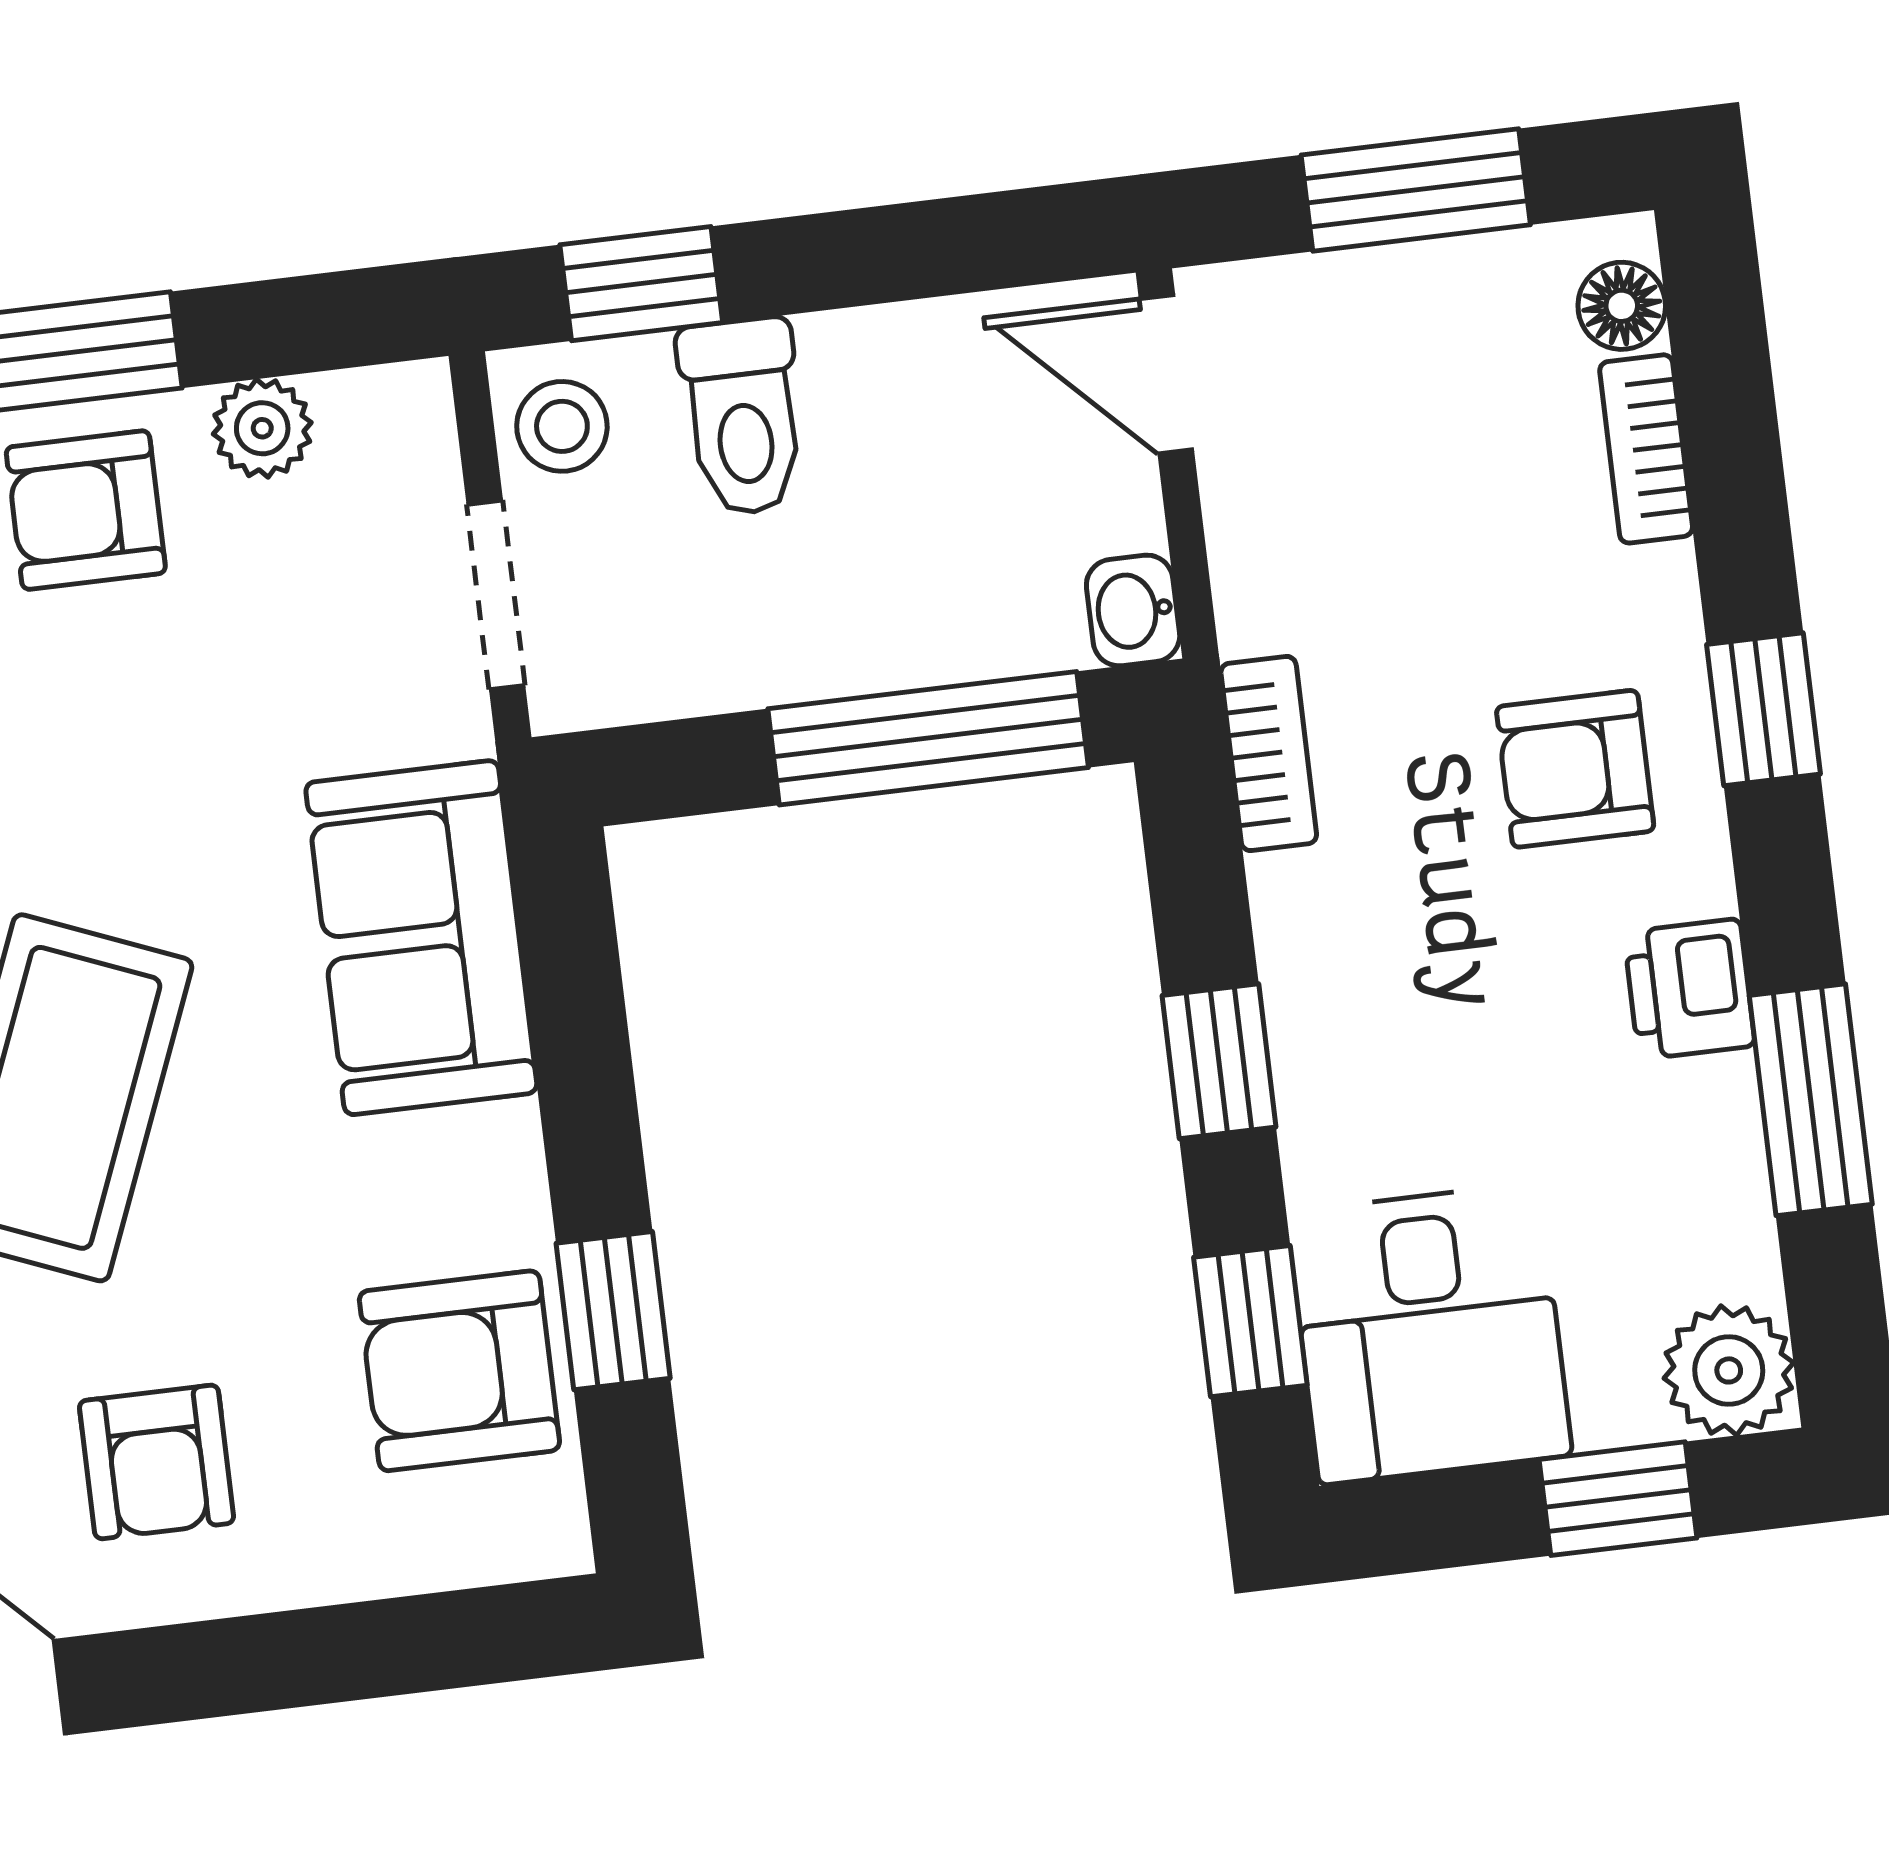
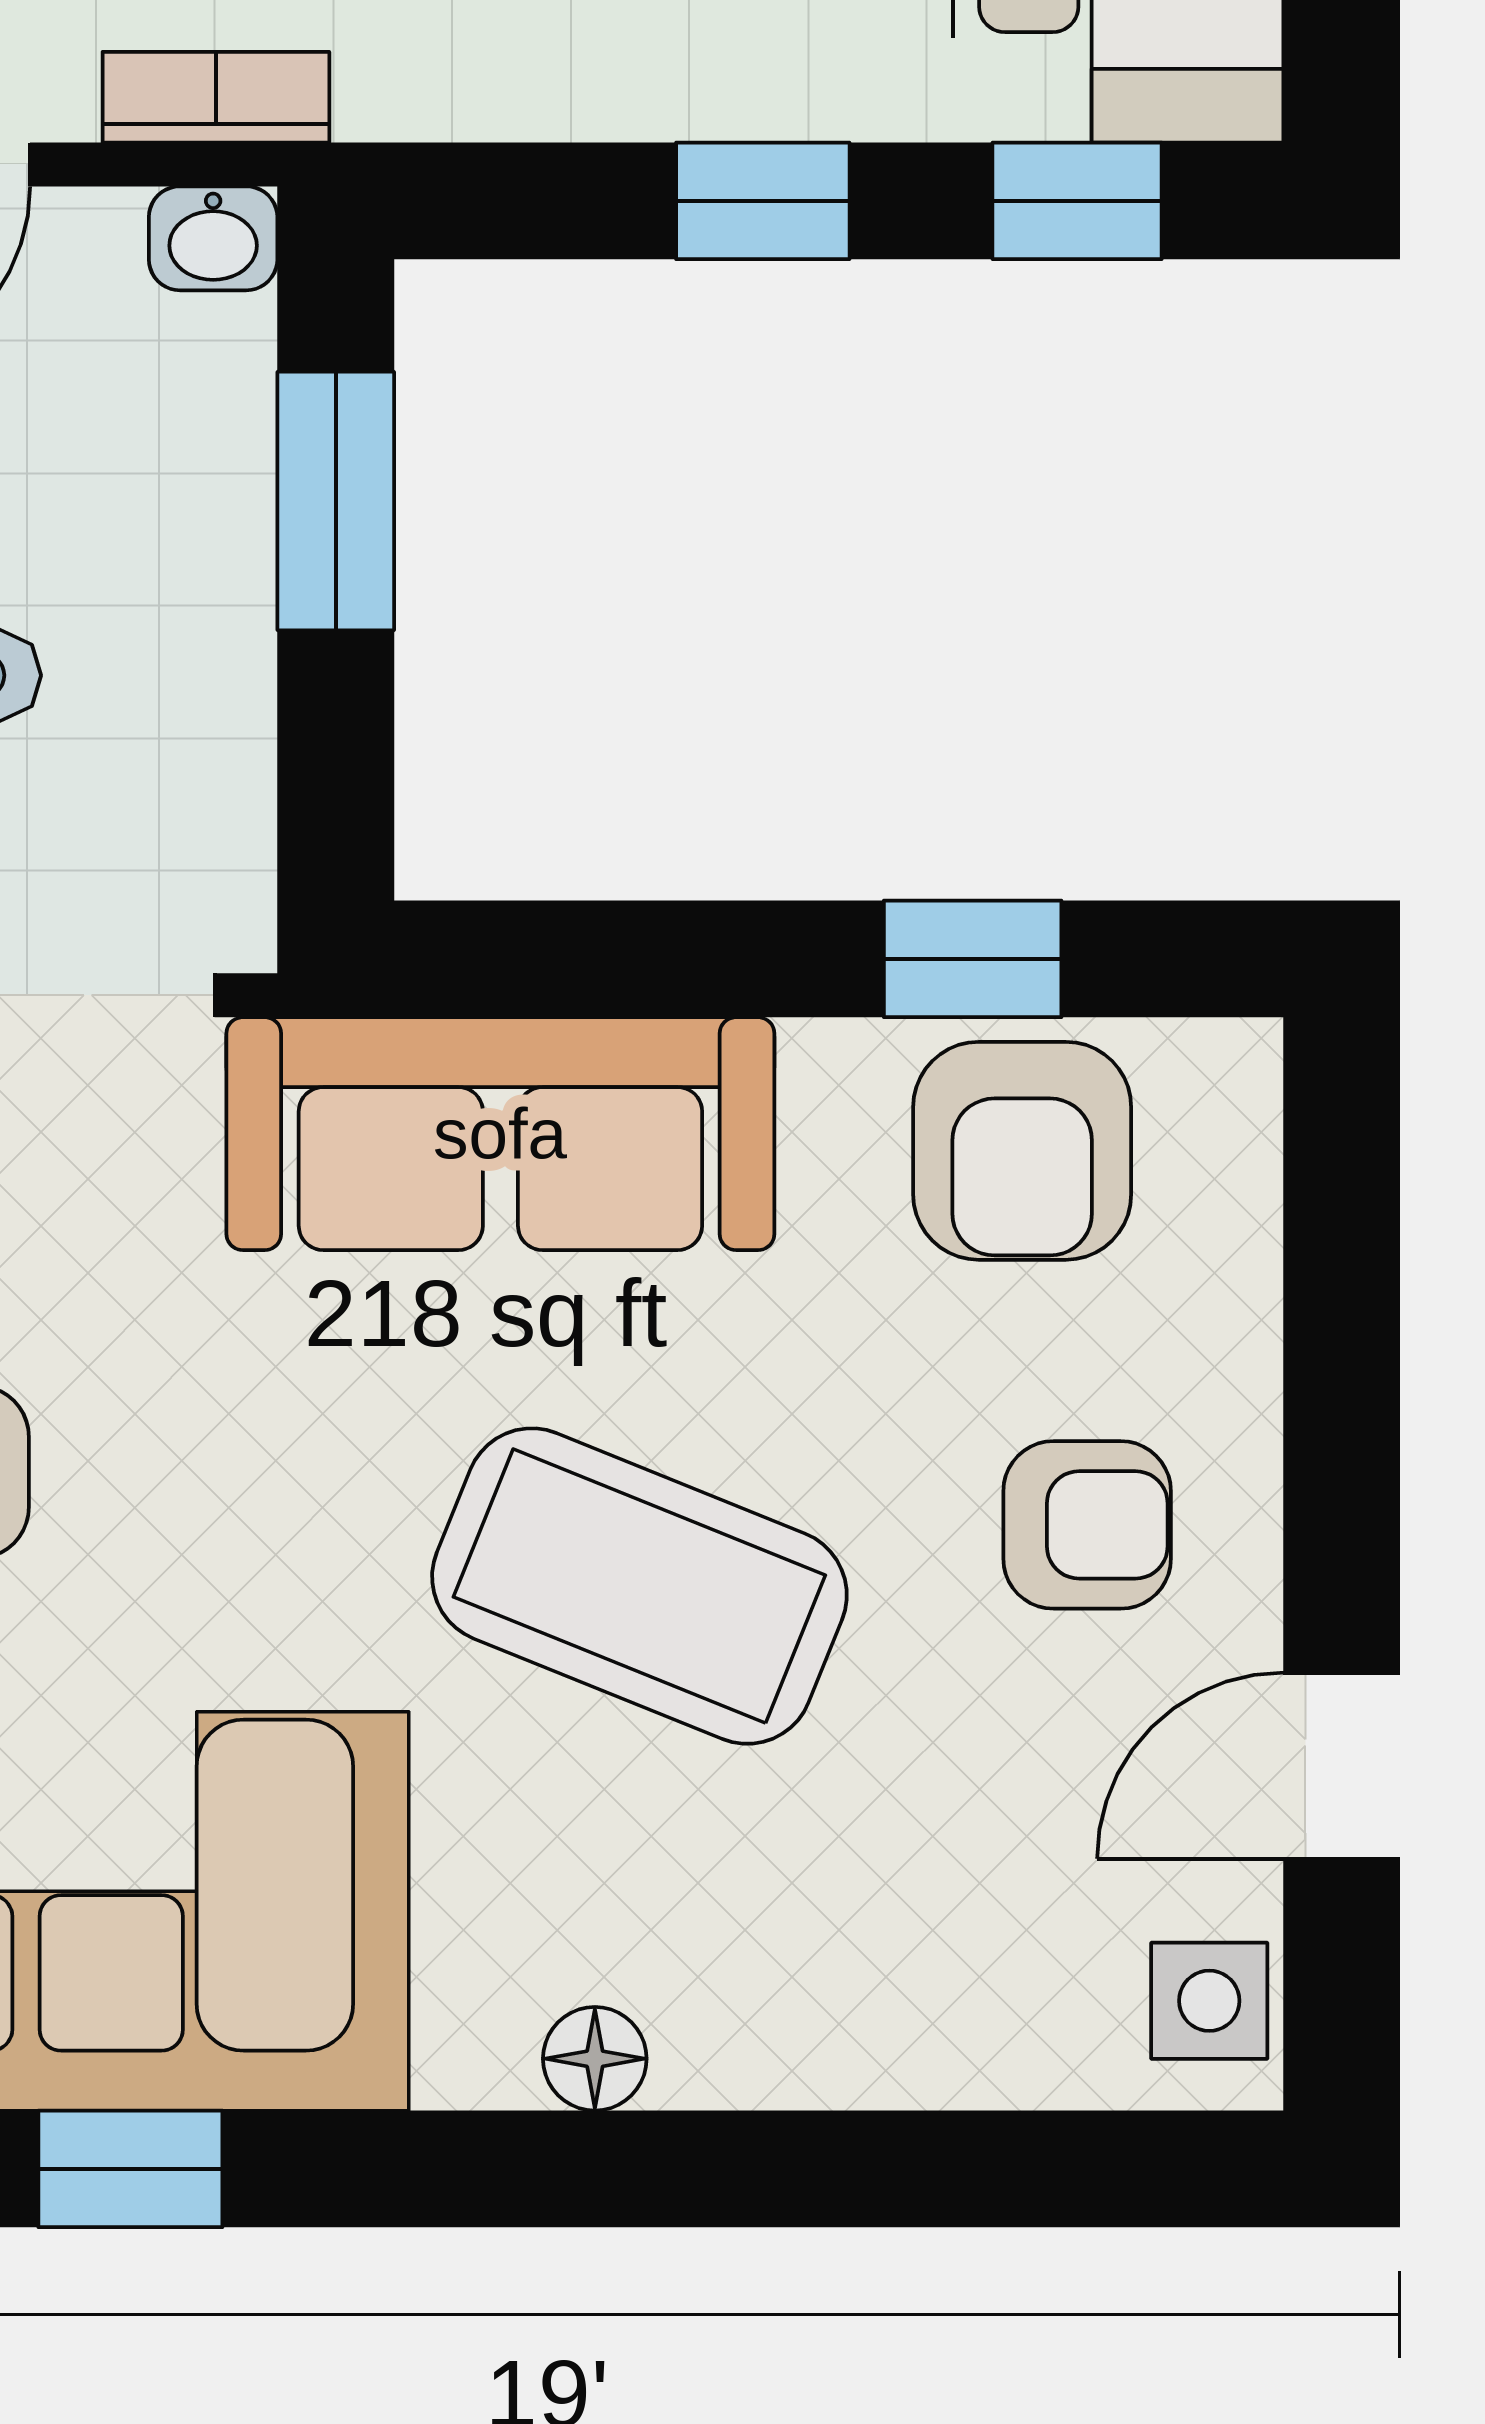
window: (928, 738) -> (336, 501), width x0.69
bookcase: (1269, 754) -> (216, 97), moved
sofa: (421, 938) -> (500, 1134), width x1.36

